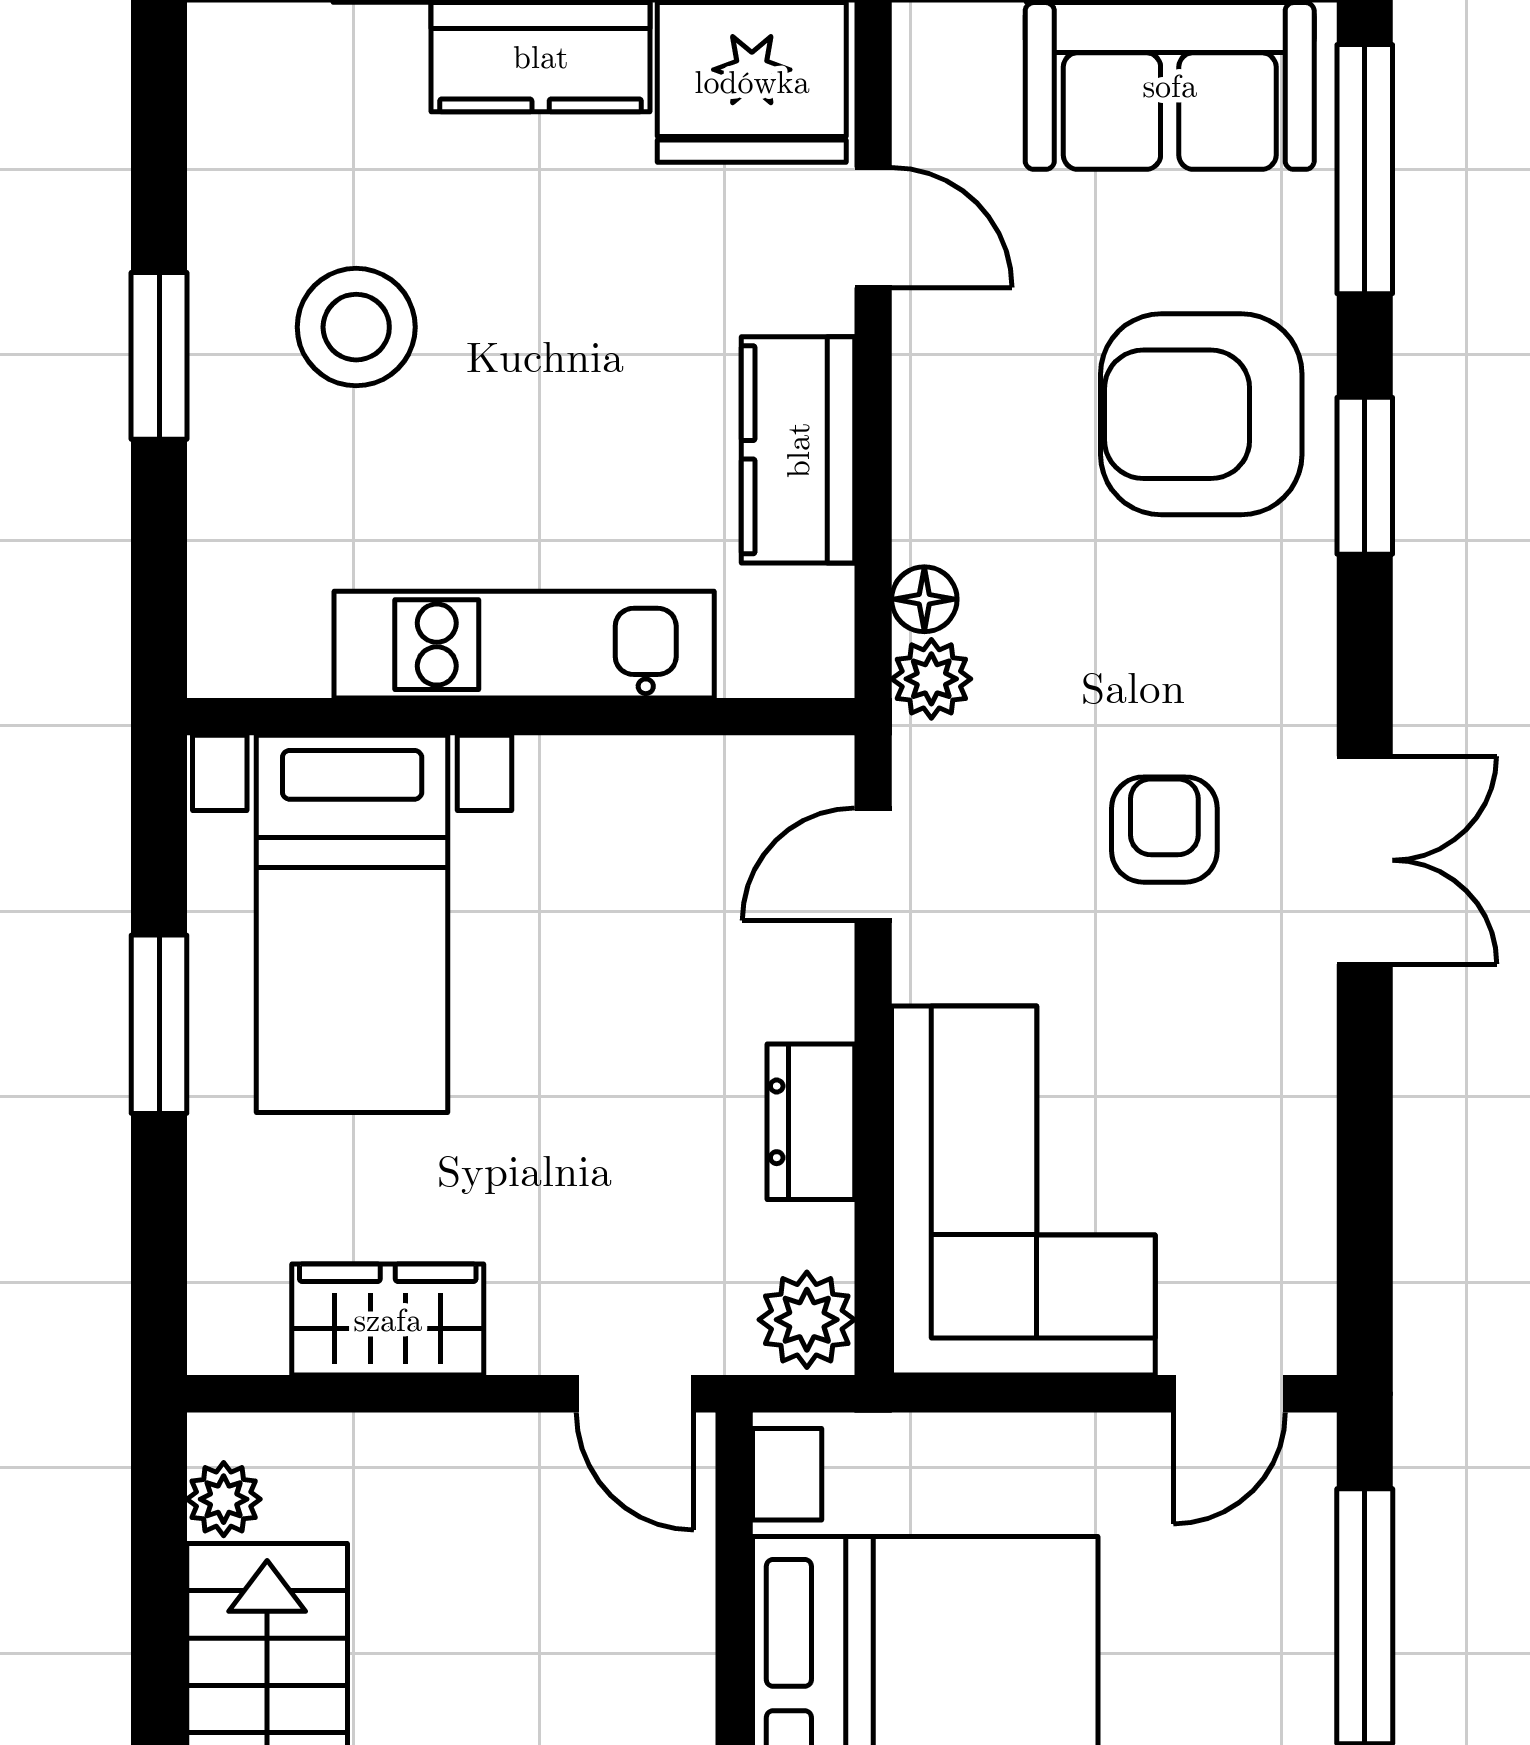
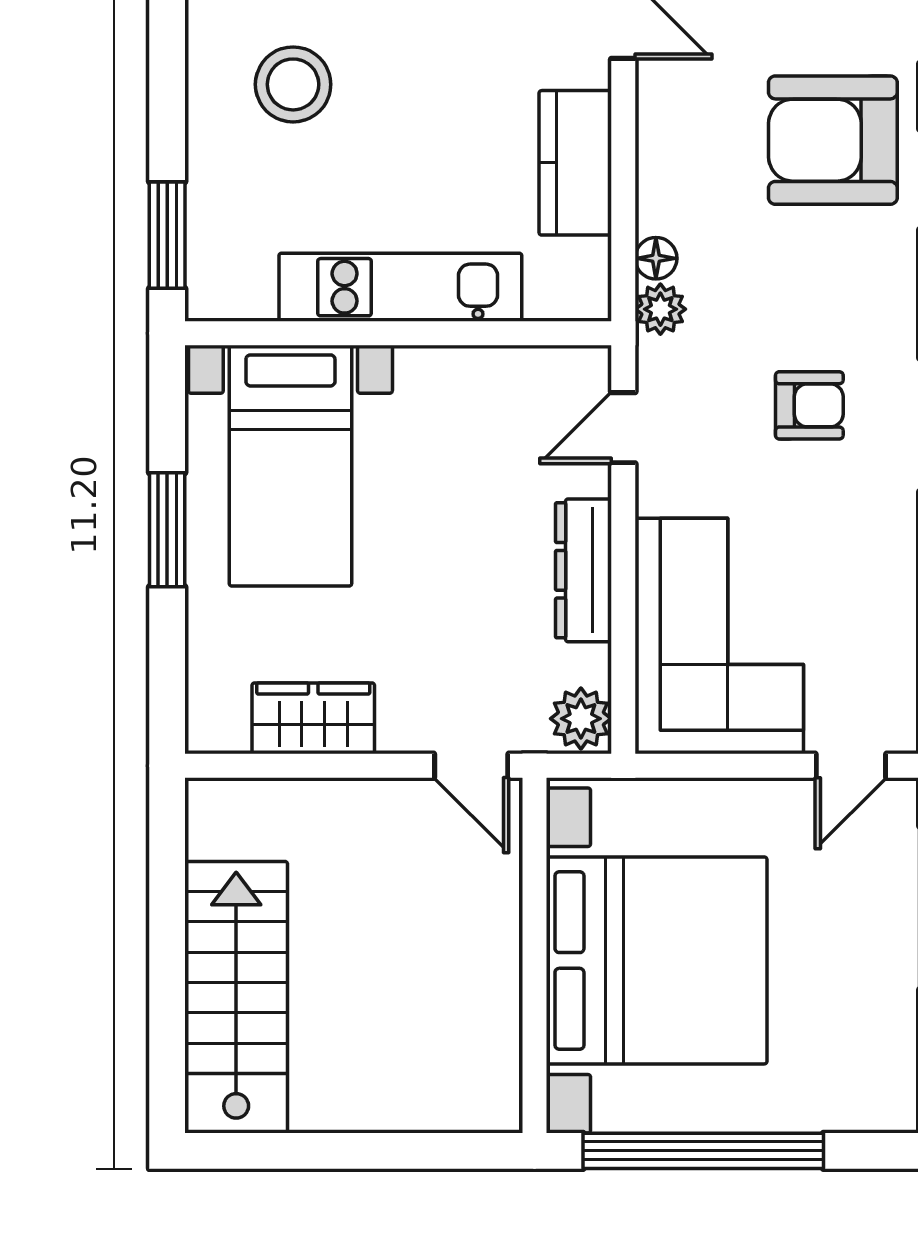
window: (159, 356) -> (167, 235), moved
armchair: (1164, 830) -> (809, 405), turned 90
dresser: (811, 1122) -> (584, 570), width x1.44
plant: (224, 1499) -> (208, 833), removed

